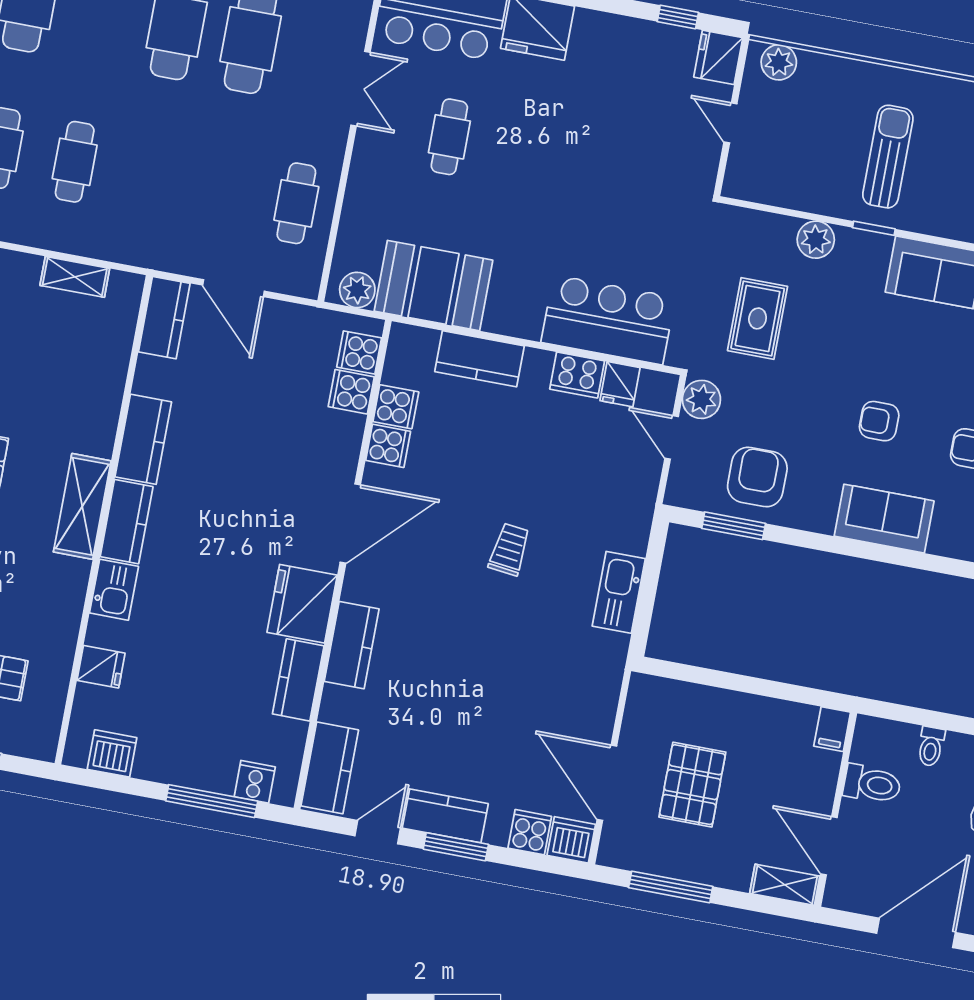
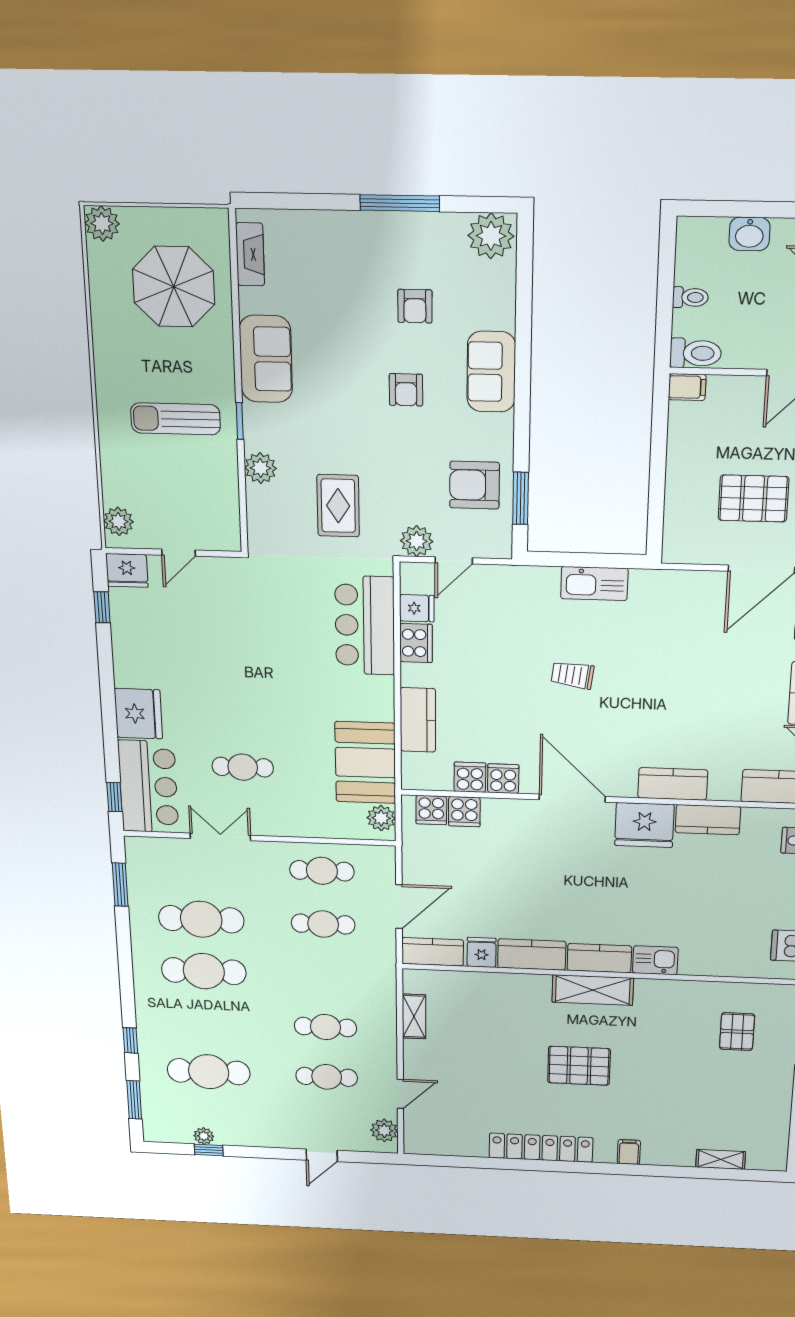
cafe table: (222, 189) -> (323, 924), added
rug: (758, 318) -> (338, 506), turned 90
fridge: (101, 667) -> (482, 952), moved
toilet: (872, 784) -> (696, 353), moved, turned 90

